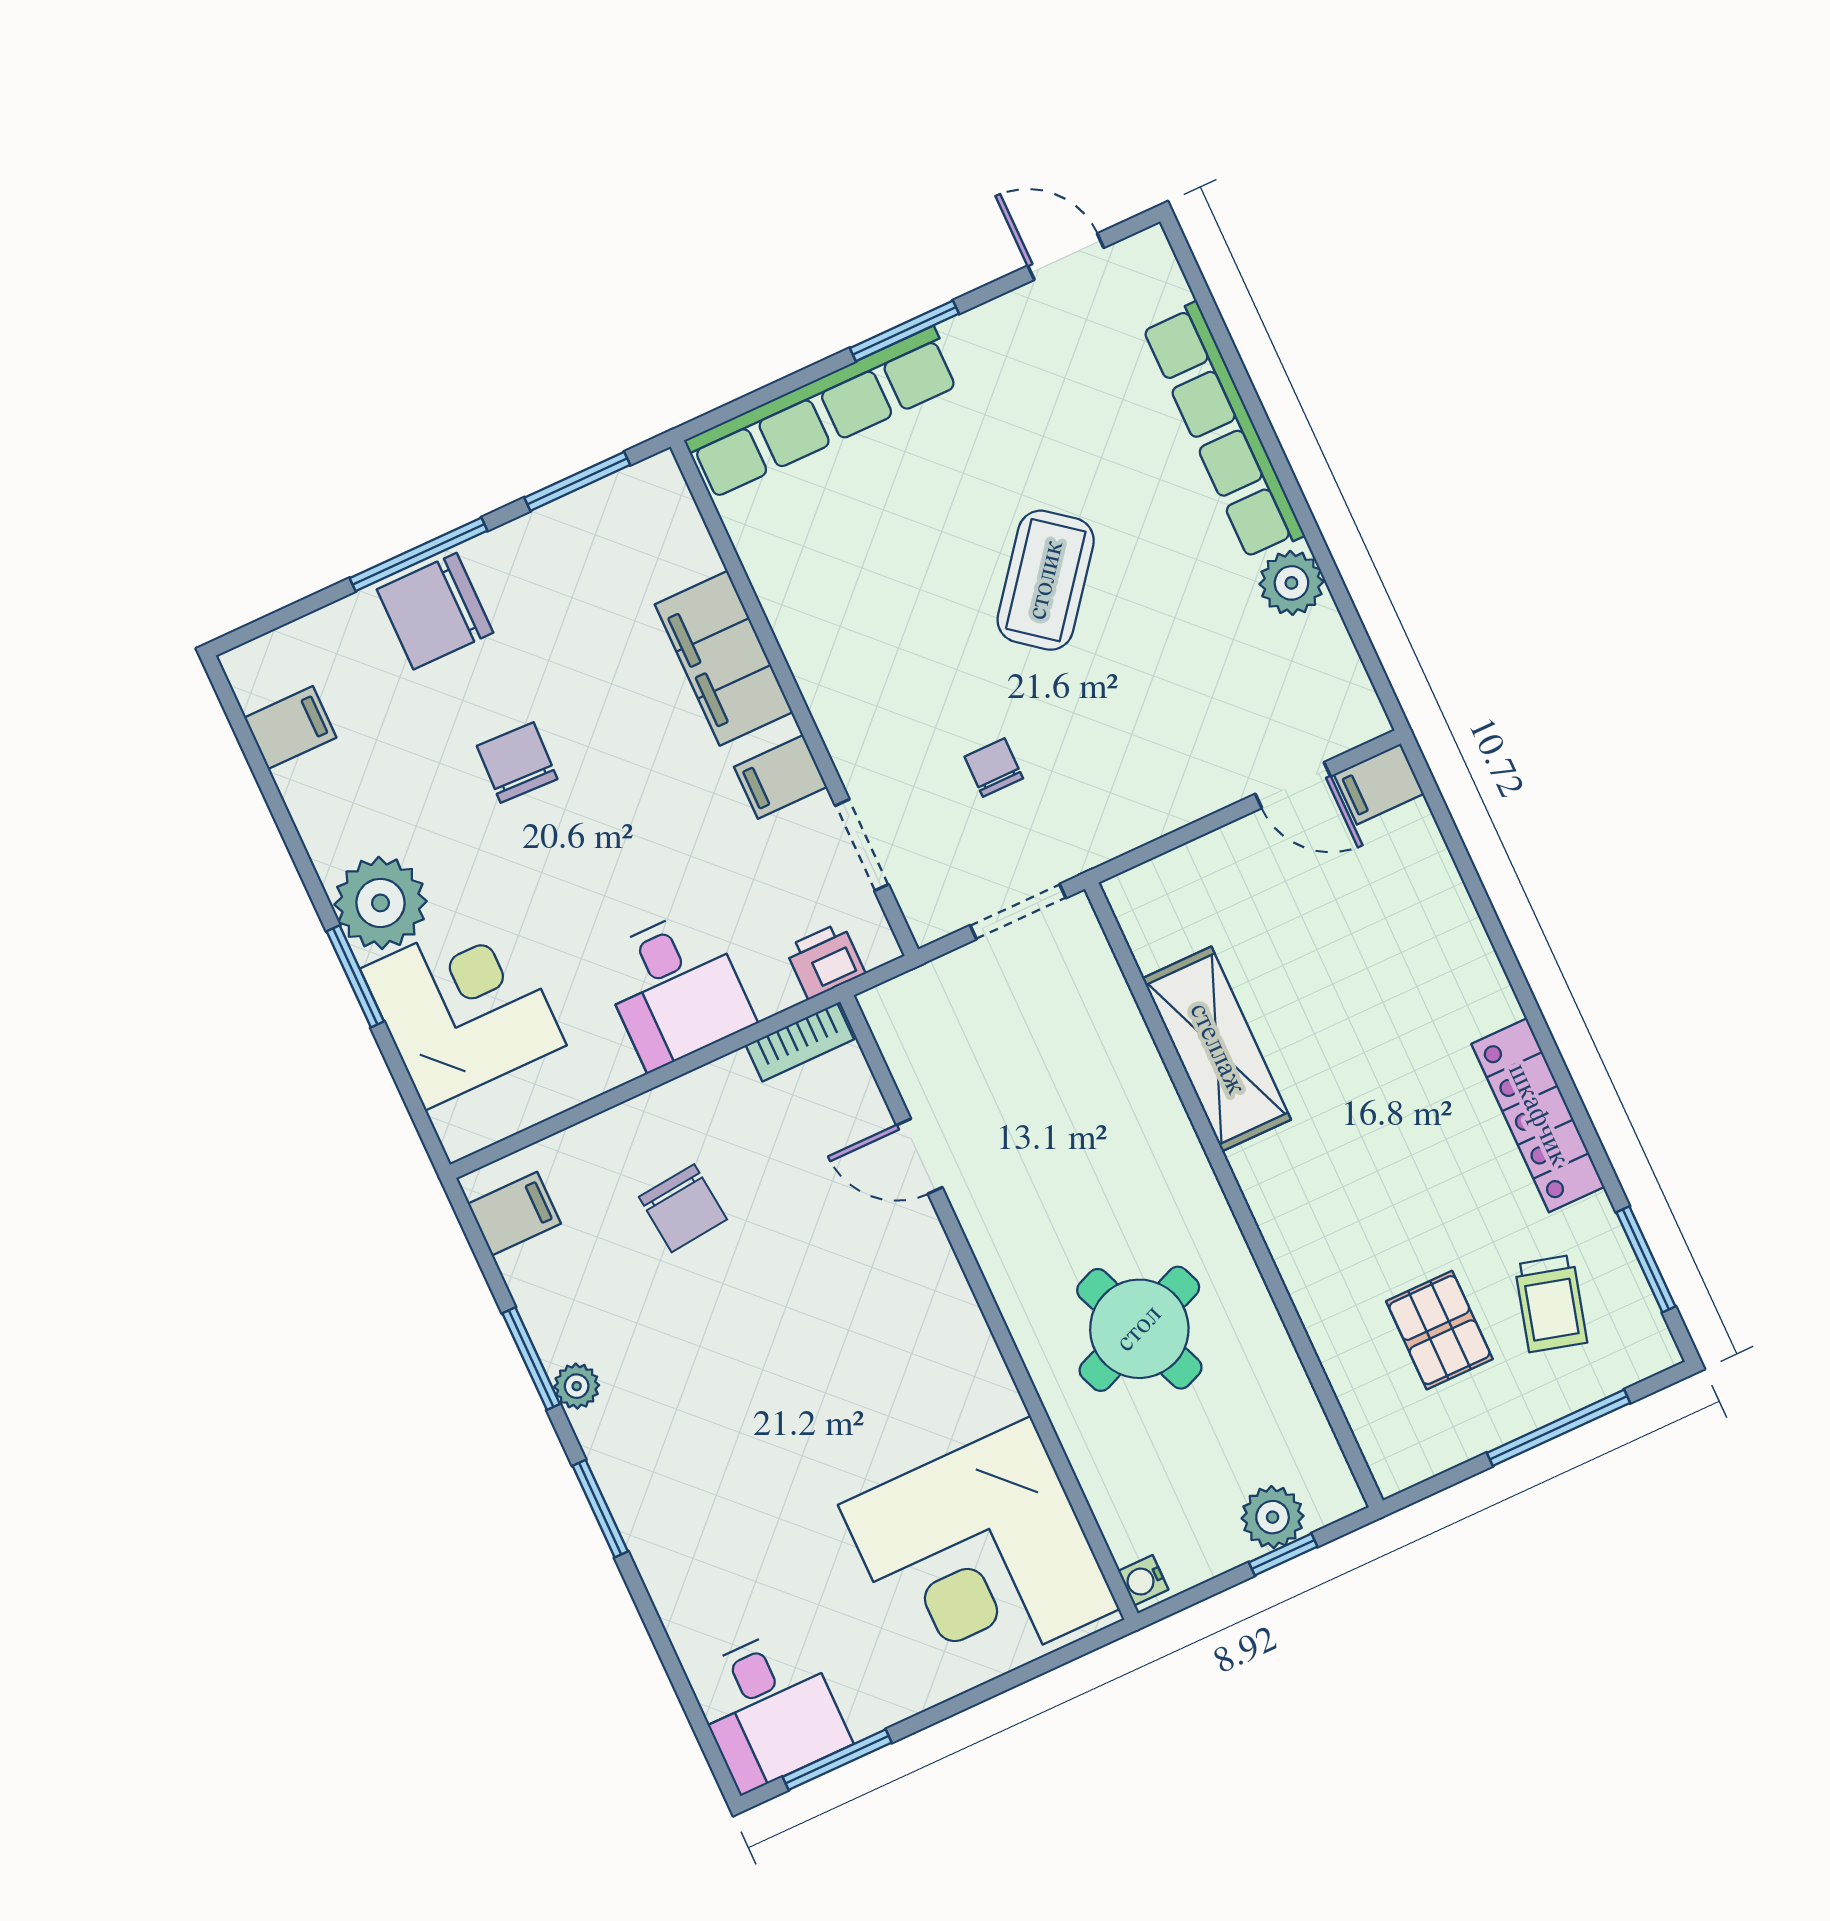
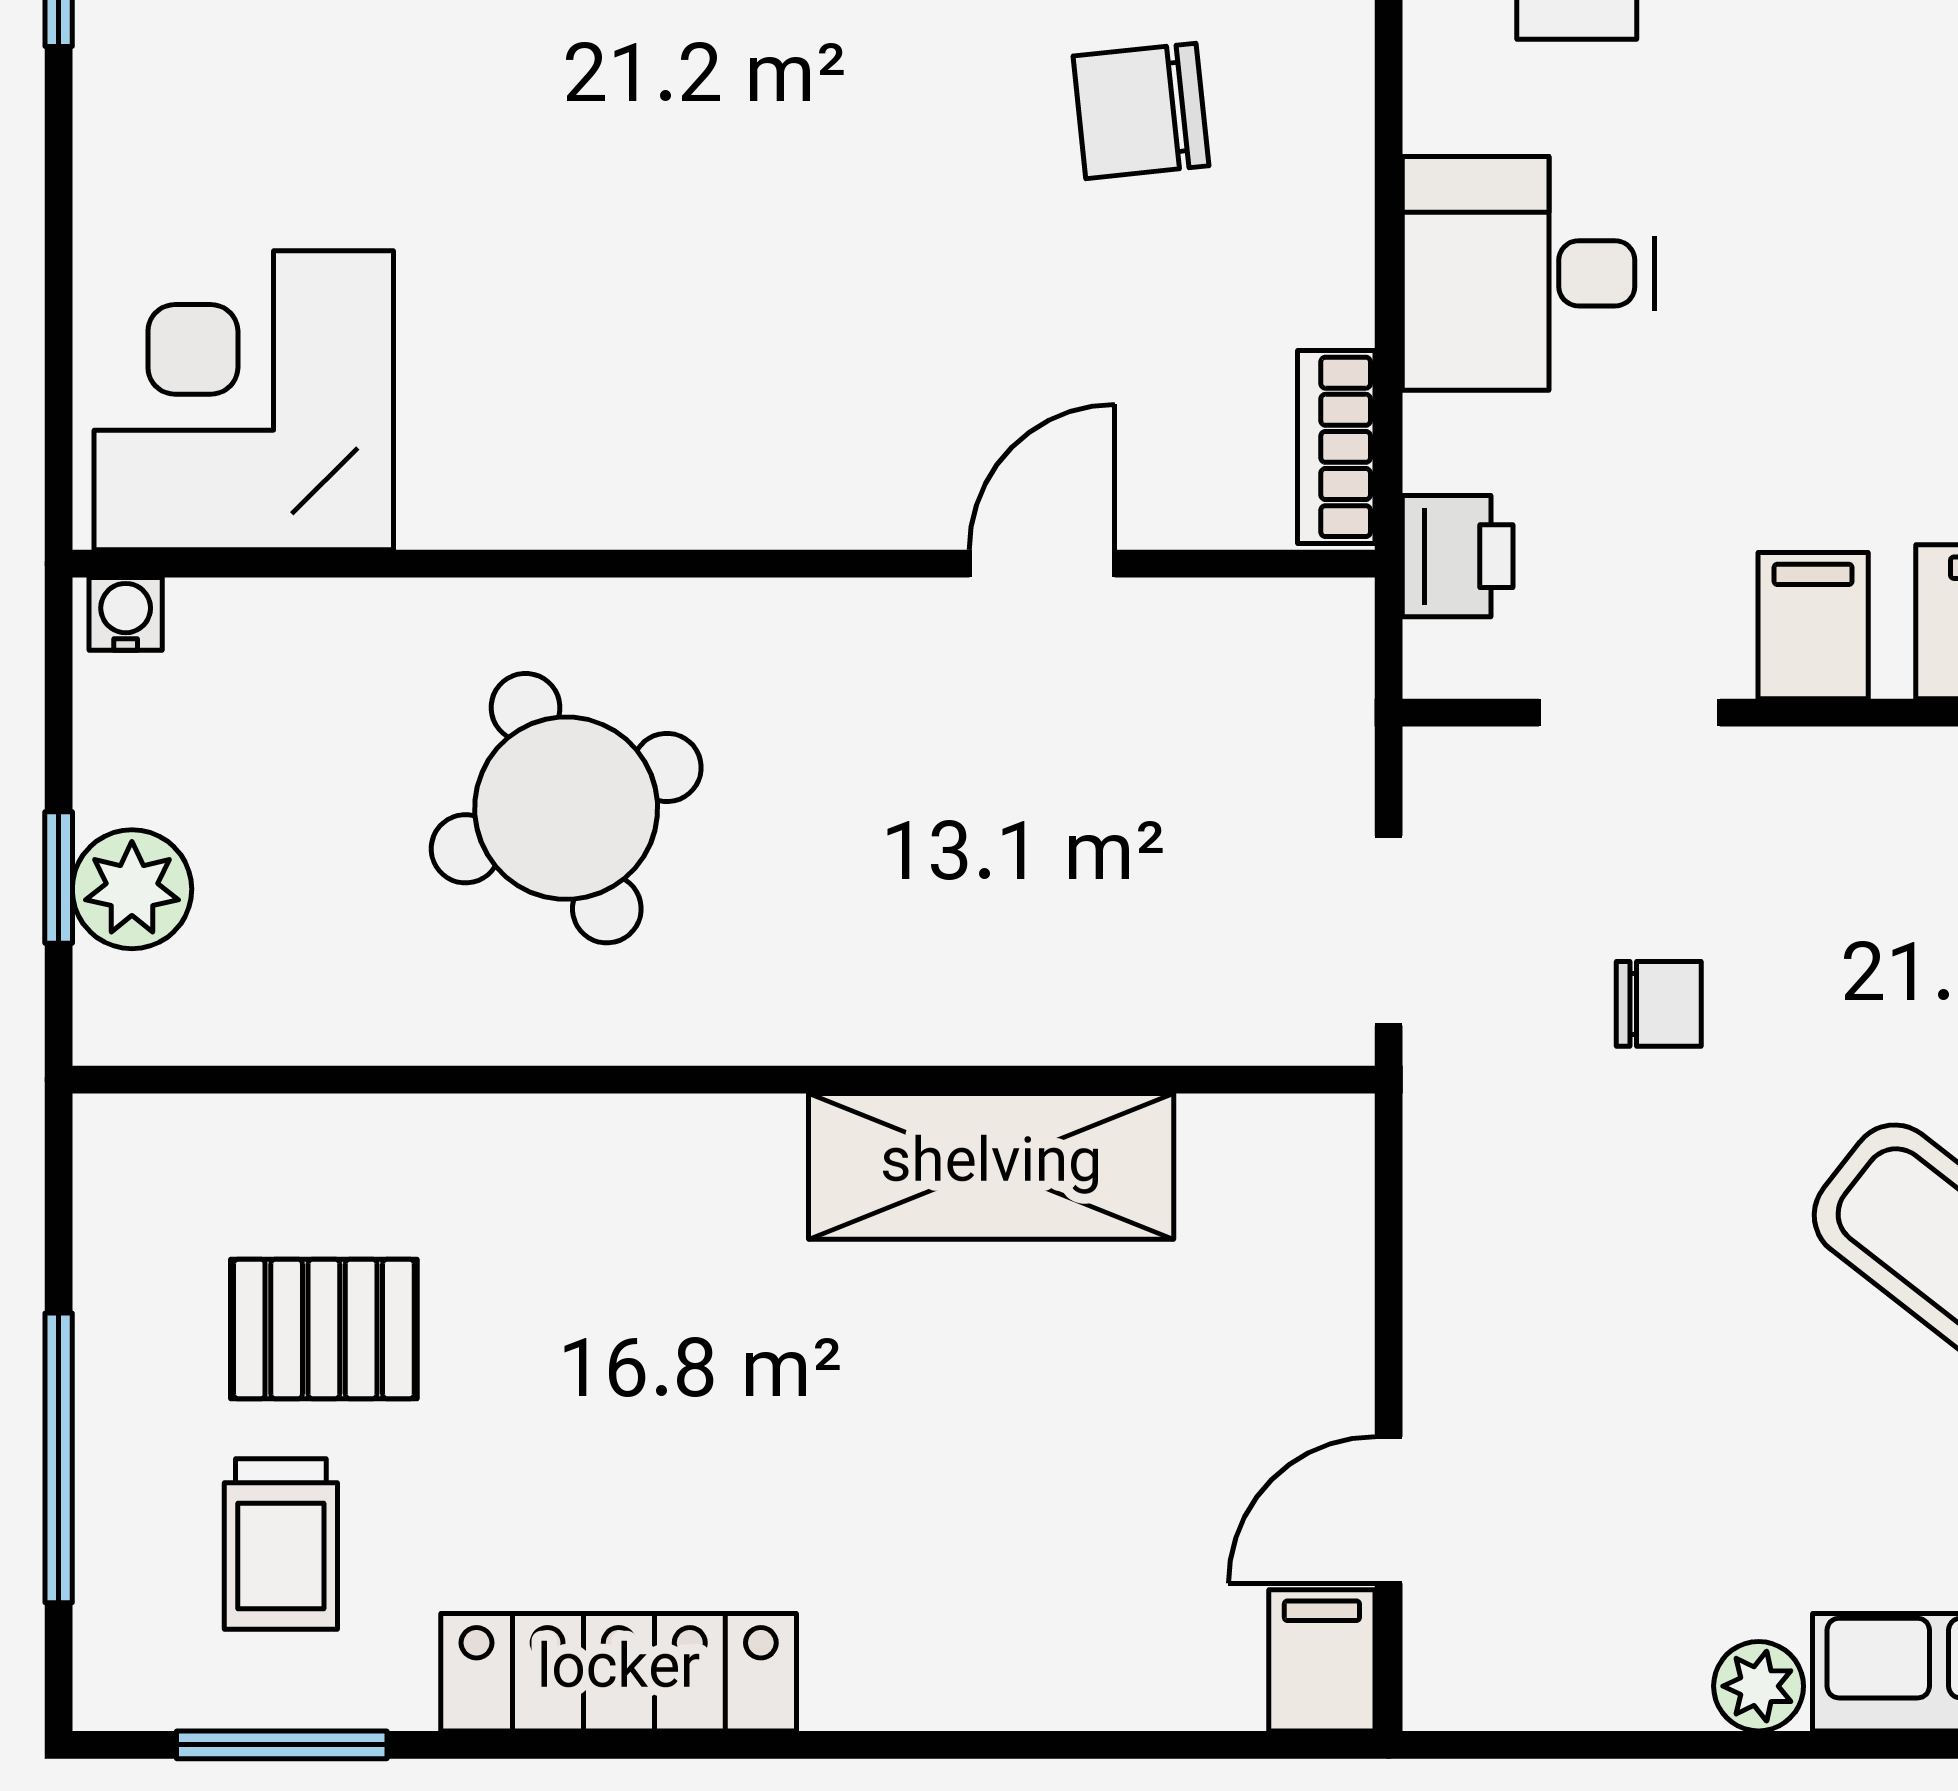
plant: (1291, 583) -> (1759, 1686), width x0.73, depth x0.73
trolley: (1551, 1304) -> (281, 1544), turned -105
corner desk: (979, 1557) -> (244, 400), width x0.74, depth x0.74

